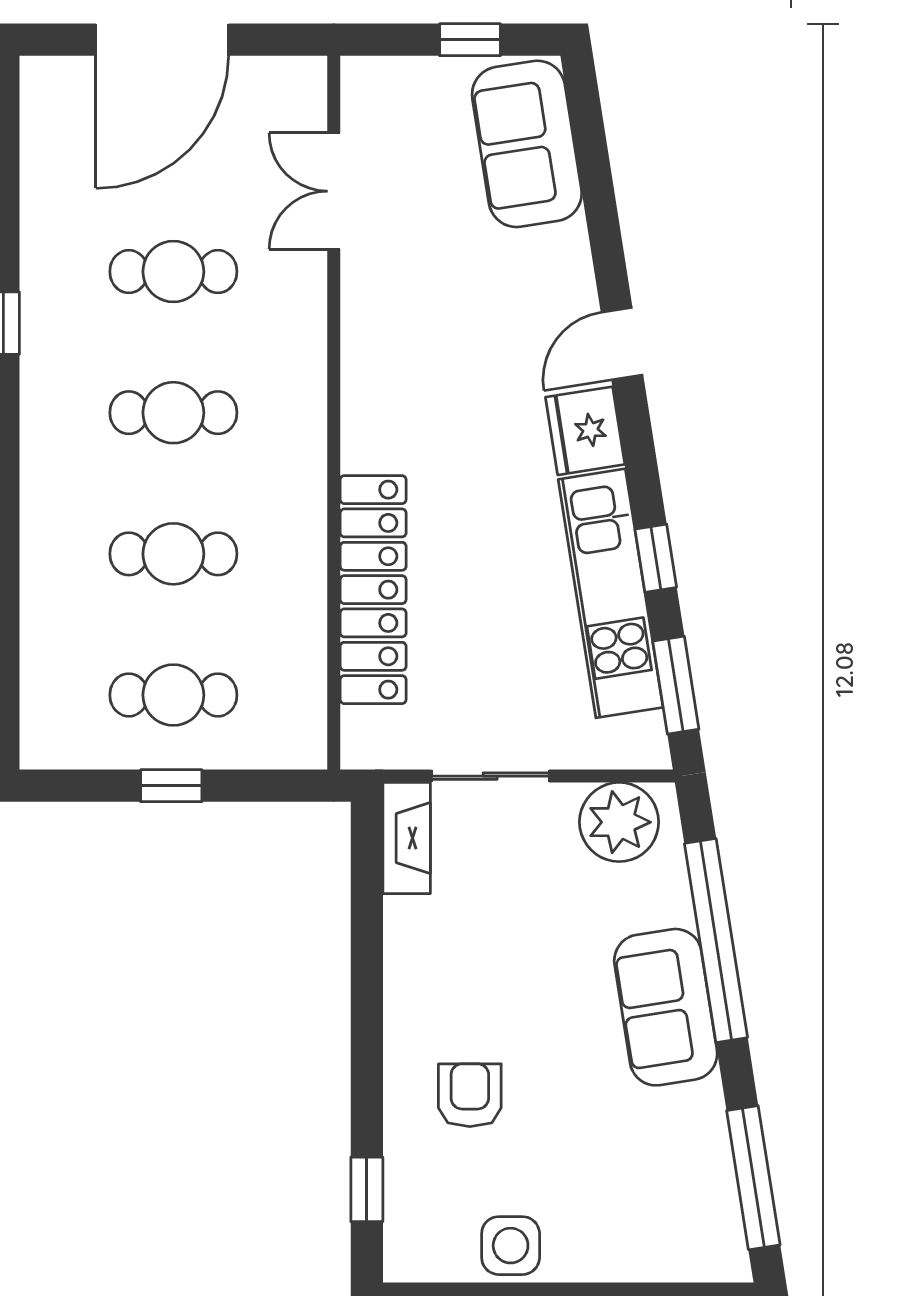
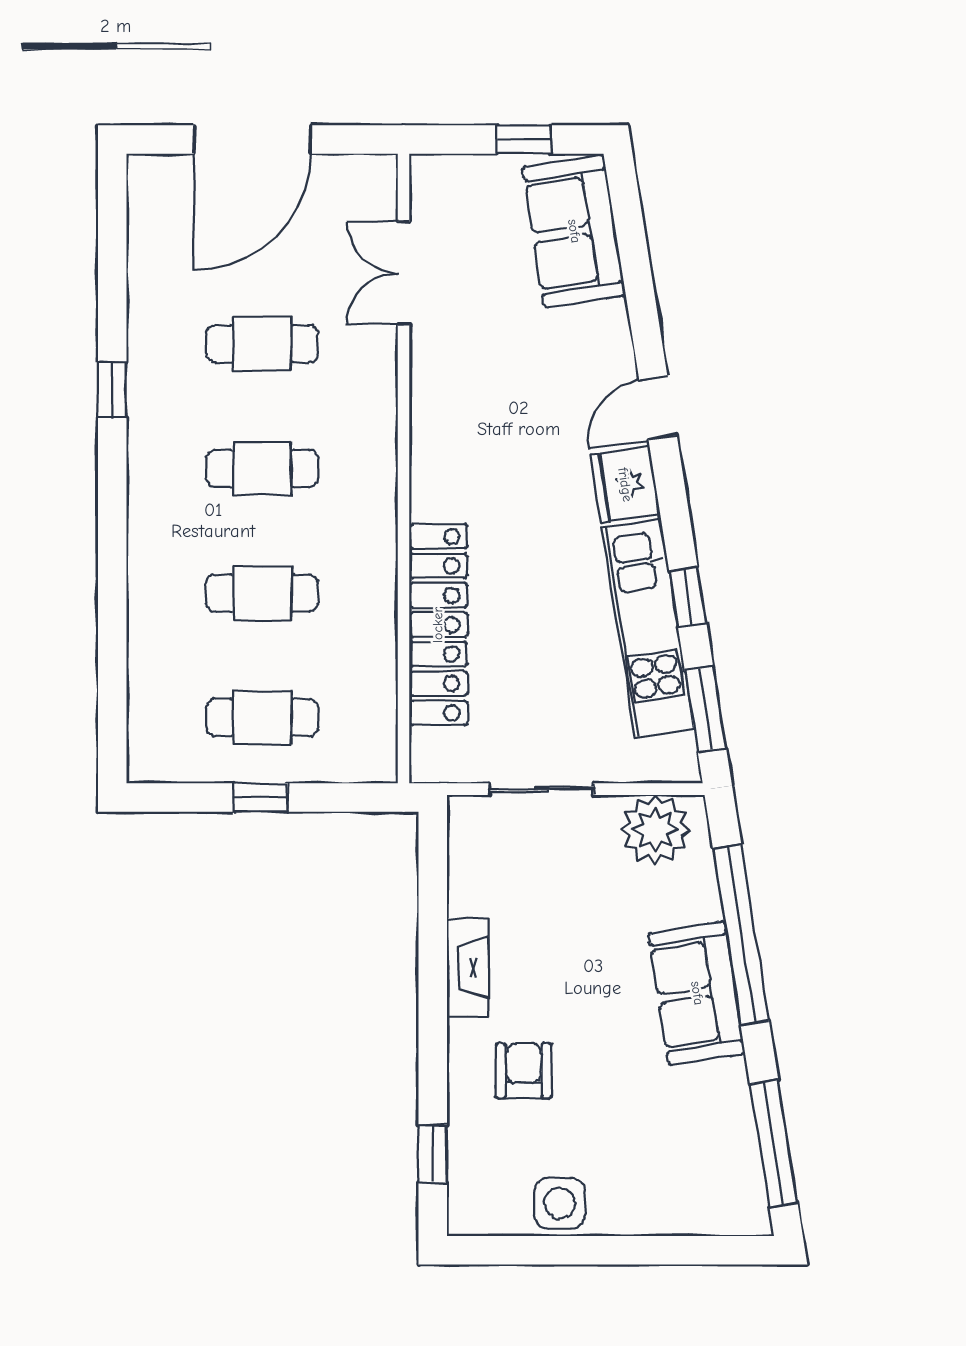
fireplace: (407, 838) -> (468, 968), moved

